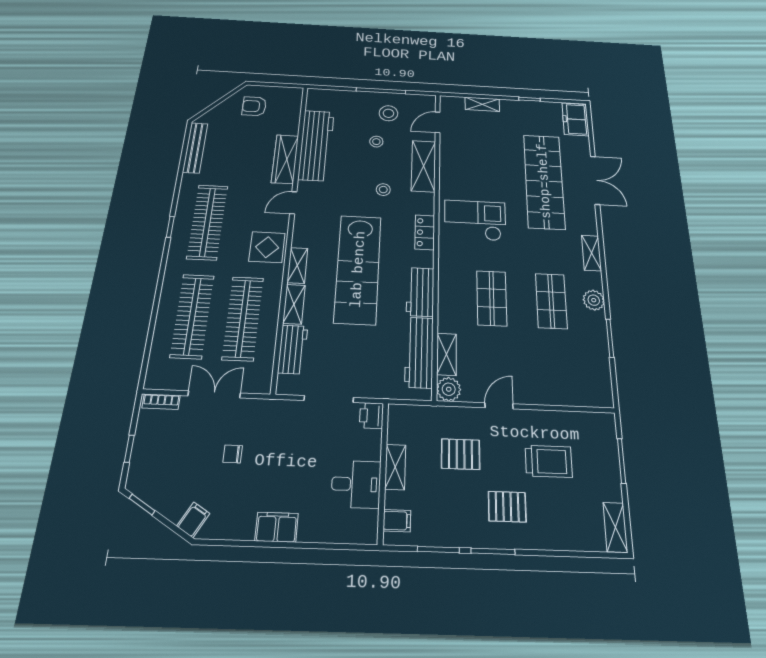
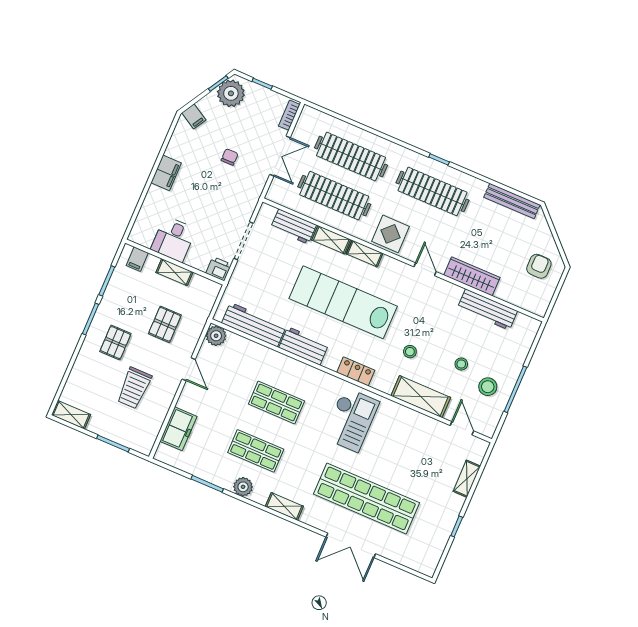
freezer: (575, 119) -> (178, 429), moved, turned 90
workbench: (316, 145) -> (487, 310), width x0.73, depth x0.76
shelving: (447, 354) -> (244, 346), removed
plant: (151, 483) -> (231, 93), added

